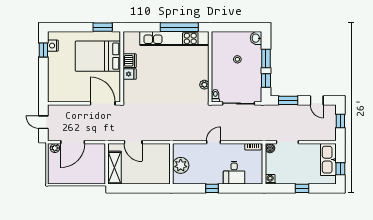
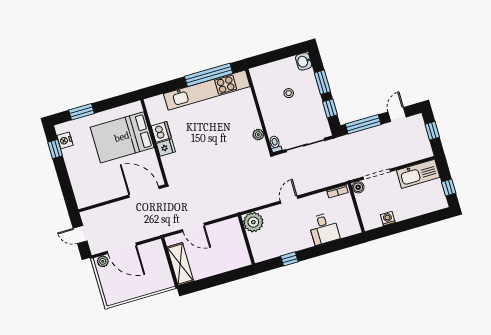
window: (103, 27) -> (81, 112), moved
window: (288, 100) -> (363, 124), width x1.44
door: (317, 100) -> (397, 114), swing flipped
door: (73, 142) -> (122, 248), hinge flipped
kitchen sink: (328, 160) -> (418, 174), moved, turned -90
plant: (181, 165) -> (253, 222), moved
washing machine: (270, 179) -> (388, 219), moved
window: (212, 188) -> (289, 259), moved
window: (302, 188) -> (410, 224), removed

